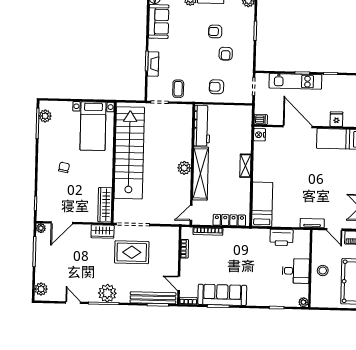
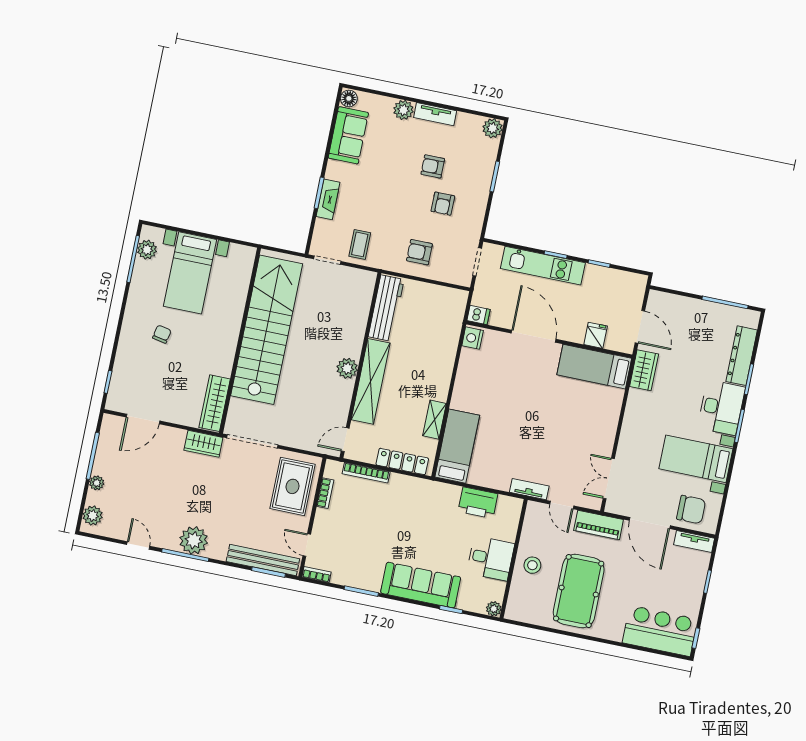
bed with nightstands: (93, 126) -> (190, 273), moved
shelving: (245, 166) -> (434, 420), moved
plant: (41, 228) -> (97, 483), moved
rug: (132, 252) -> (292, 486), moved, turned 90
sofa: (222, 295) -> (421, 585), moved

